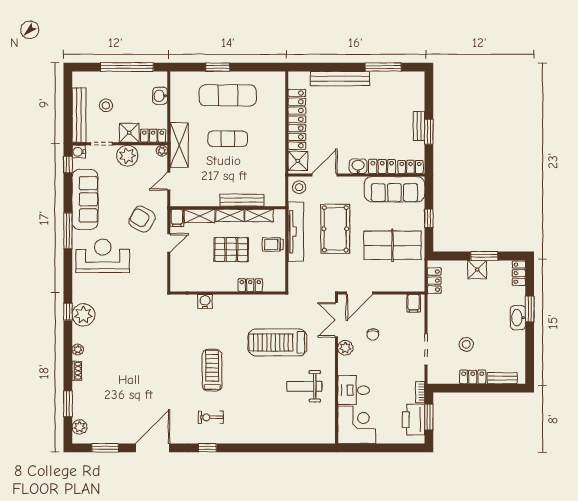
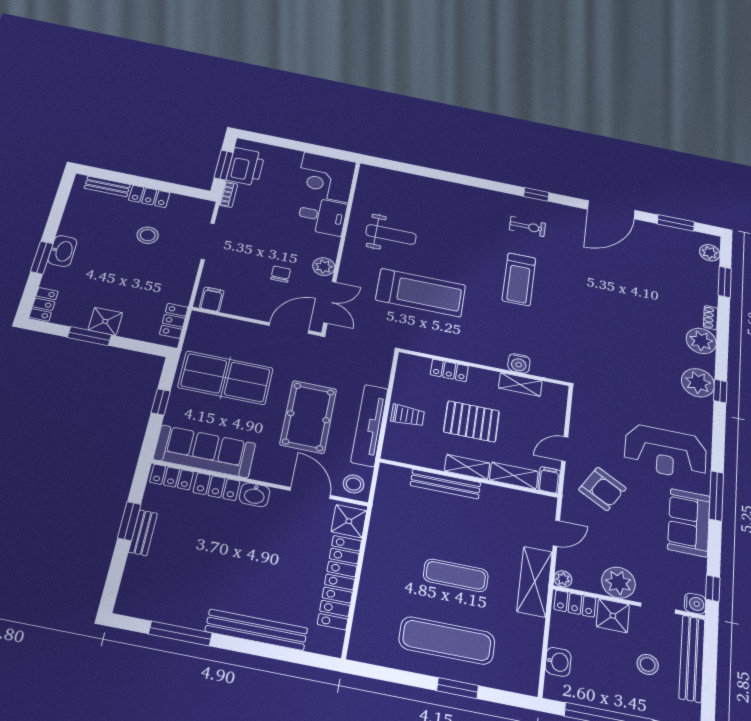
door: (325, 175) -> (310, 493), swing flipped
sofa: (85, 199) -> (689, 523), width x0.73
shelving: (259, 215) -> (520, 384), moved
plant: (78, 349) -> (701, 341), width x1.88, depth x1.88

